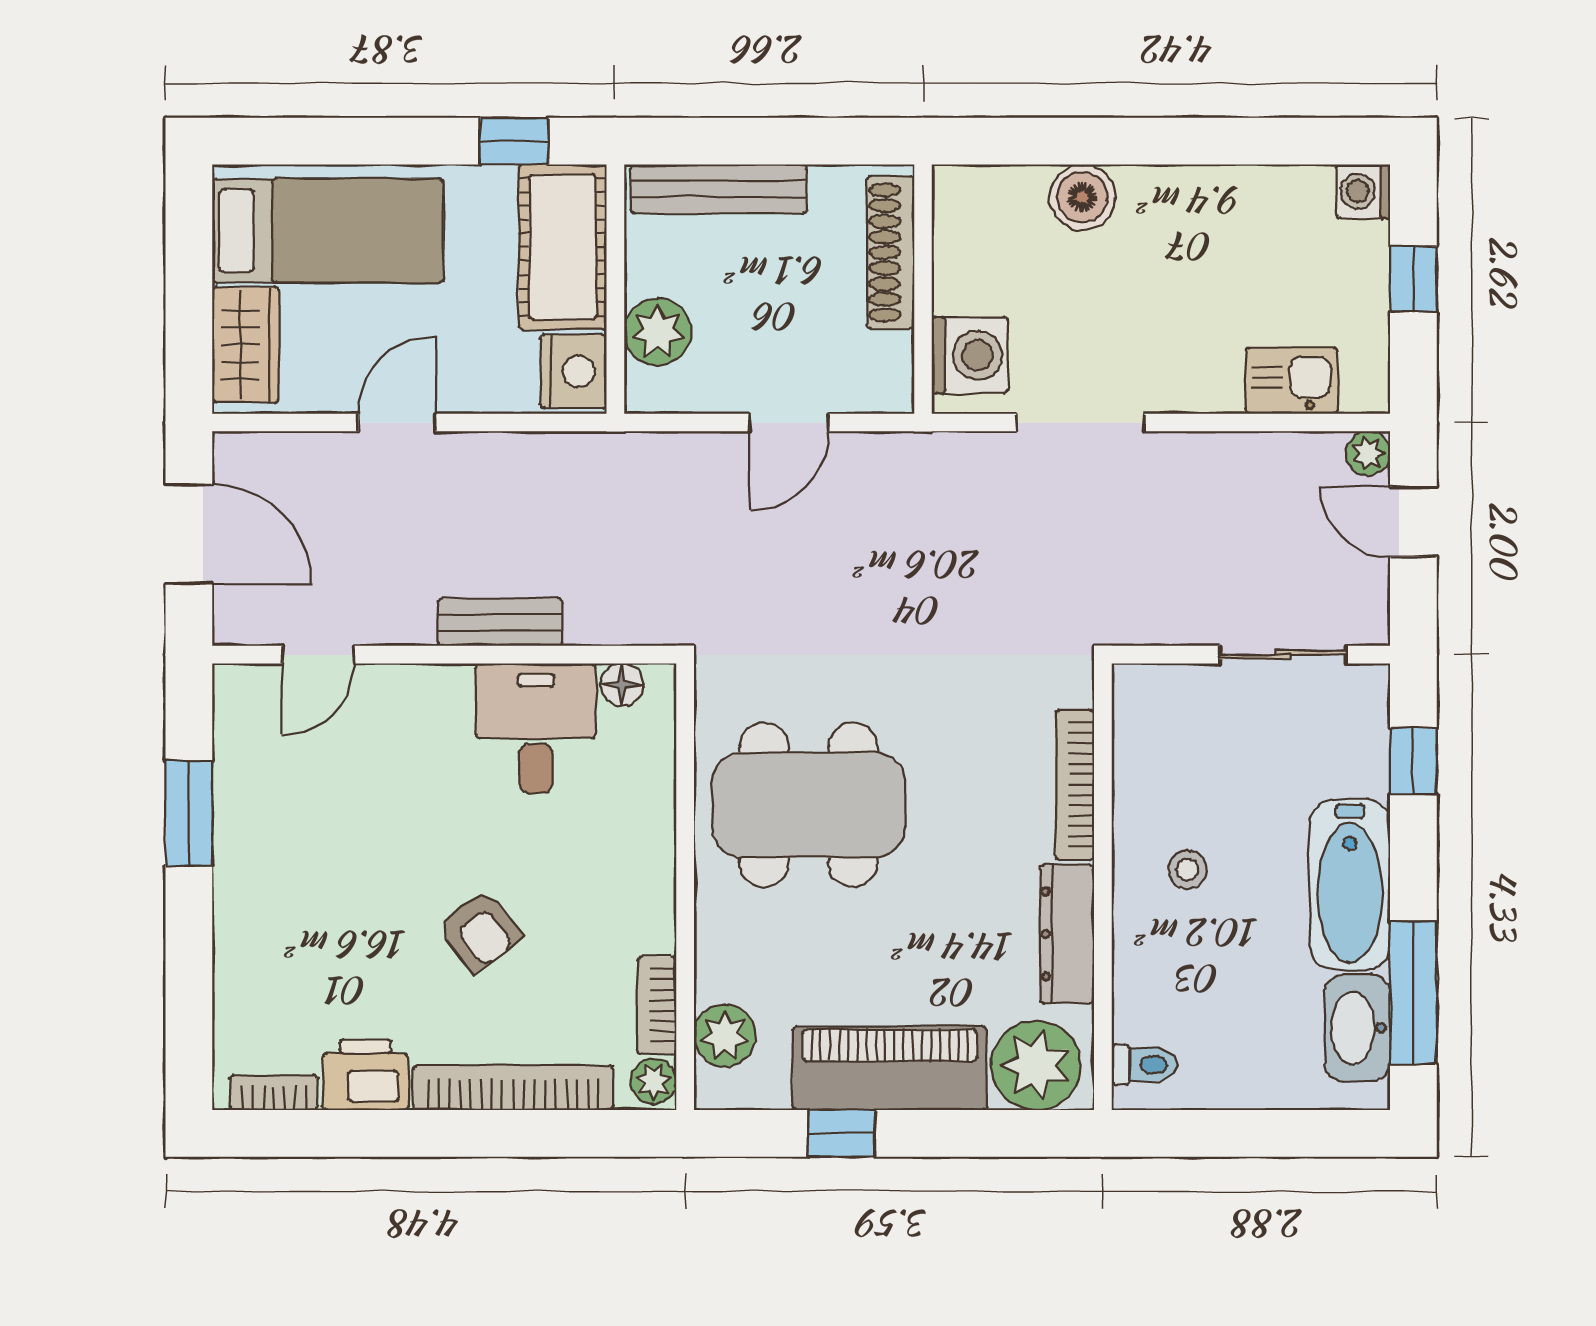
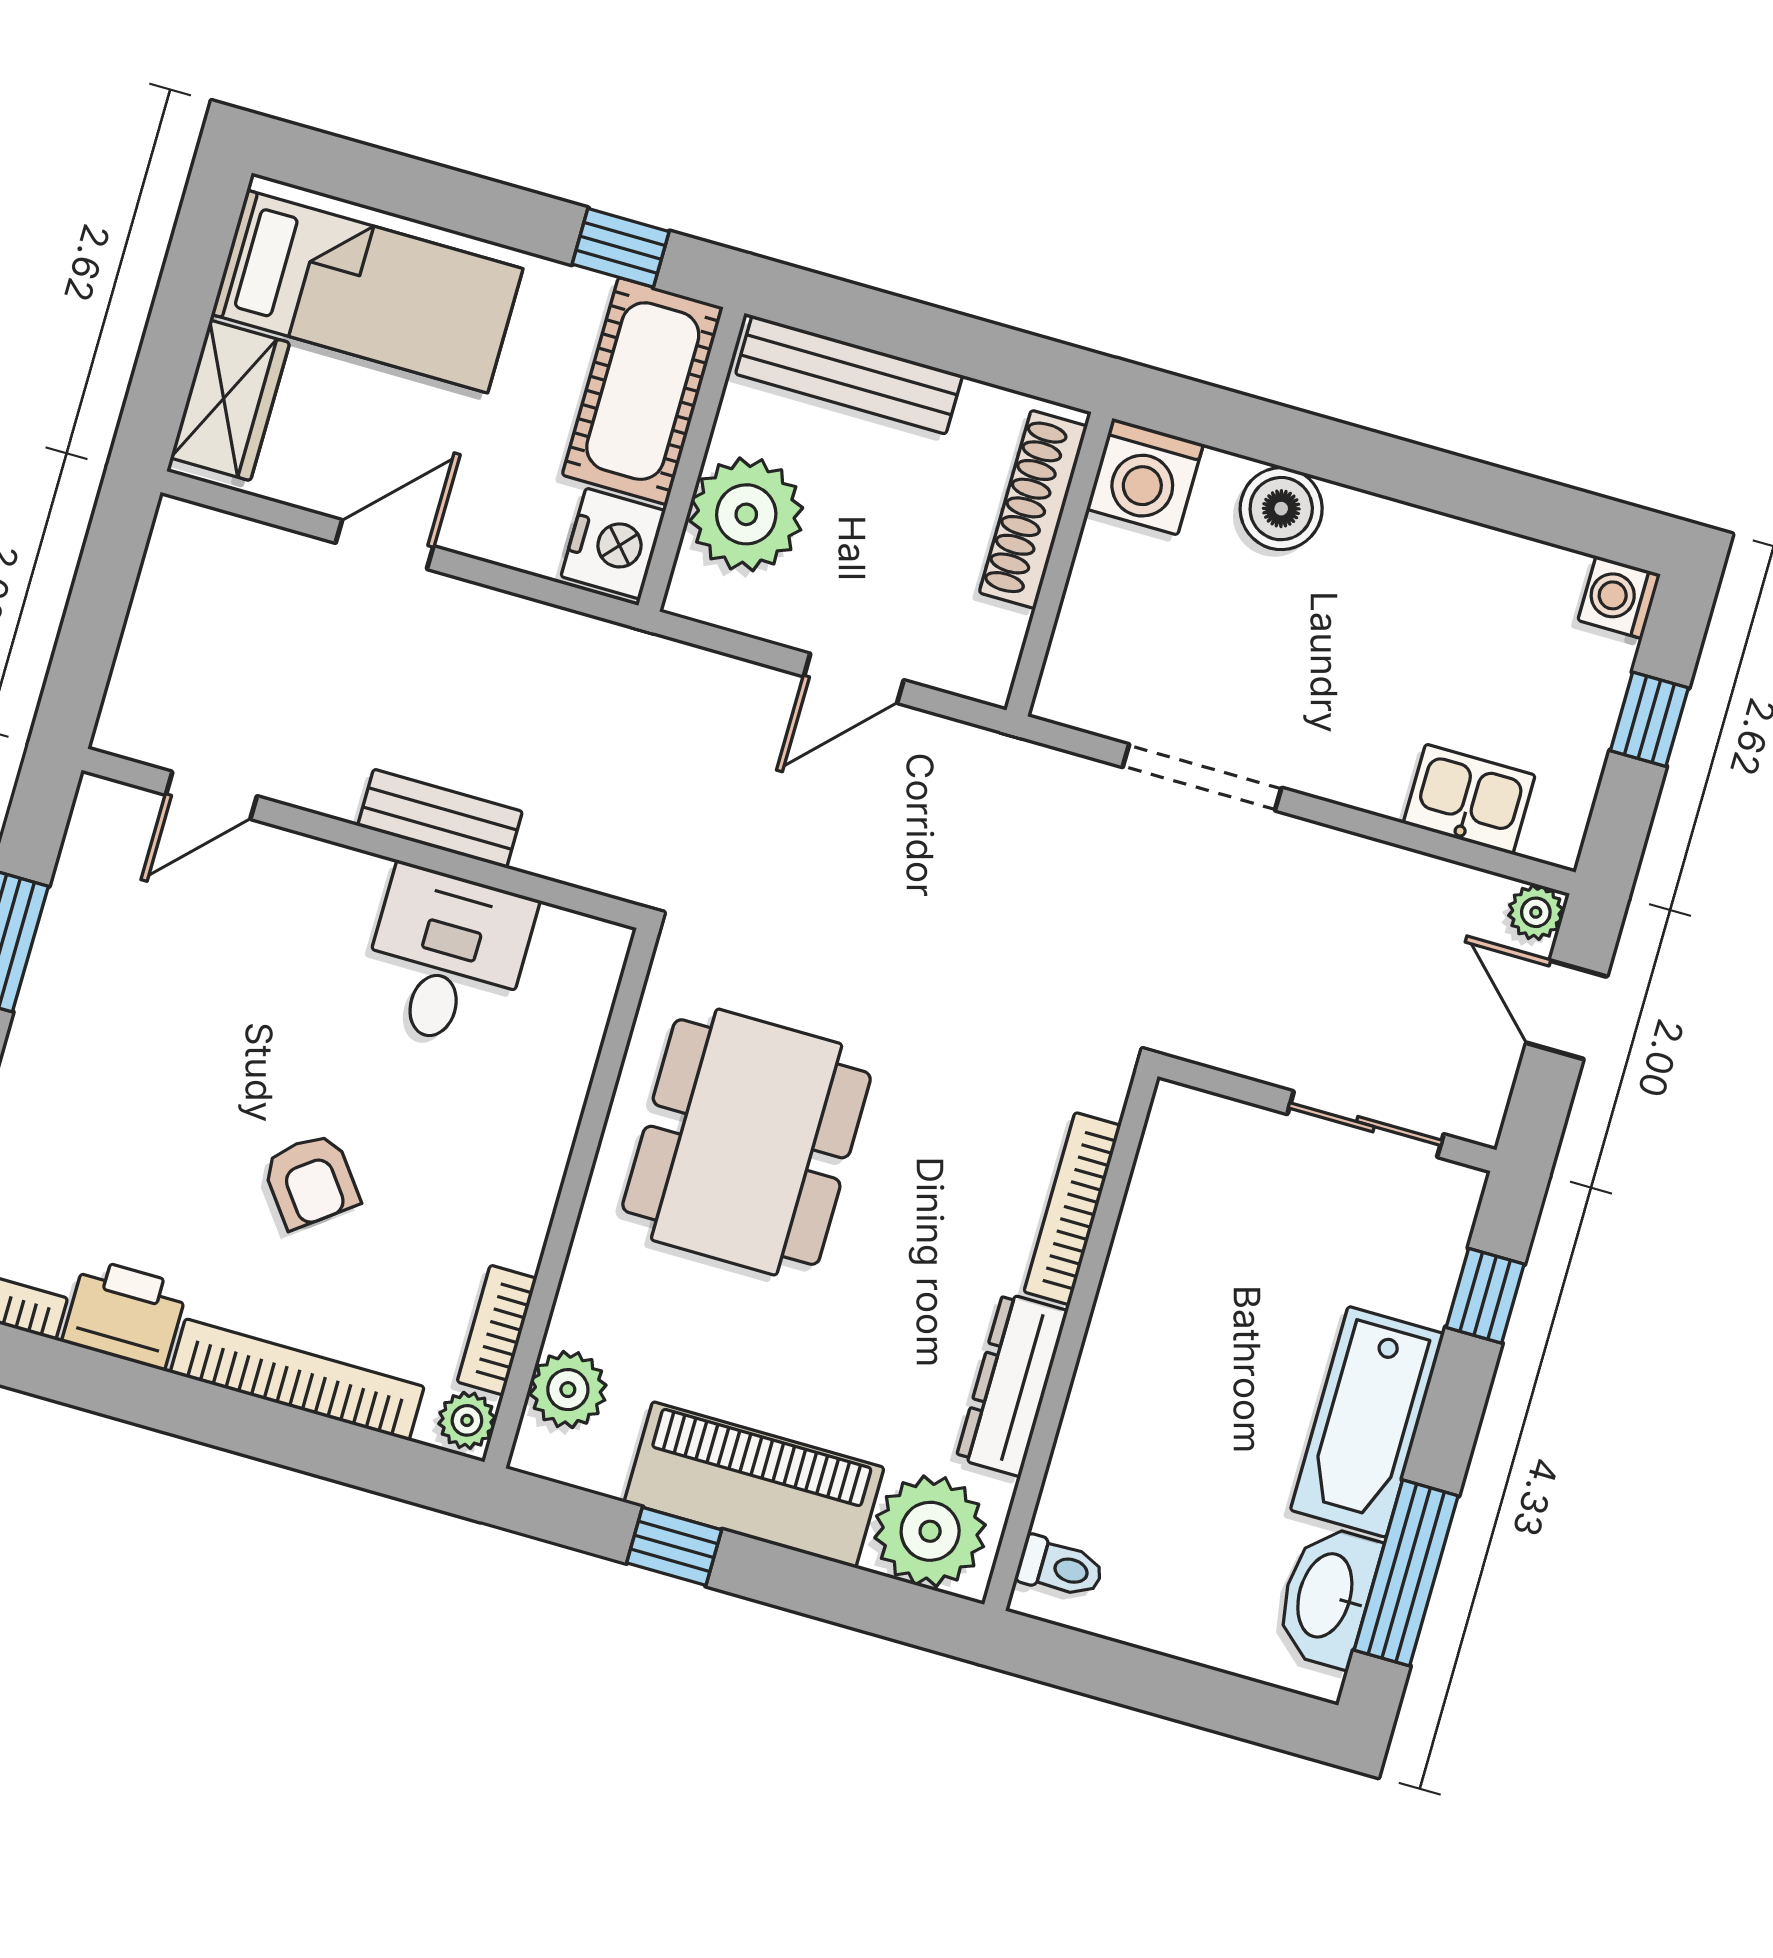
plant: (658, 332) -> (746, 514), width x1.36, depth x1.36
washing machine: (970, 355) -> (1145, 477), moved, turned 90
door: (189, 534) -> (98, 607), removed
floor lamp: (622, 685) -> (564, 935), removed
dining table: (808, 805) -> (747, 1142), turned 90
stool: (1188, 870) -> (1178, 1349), removed

